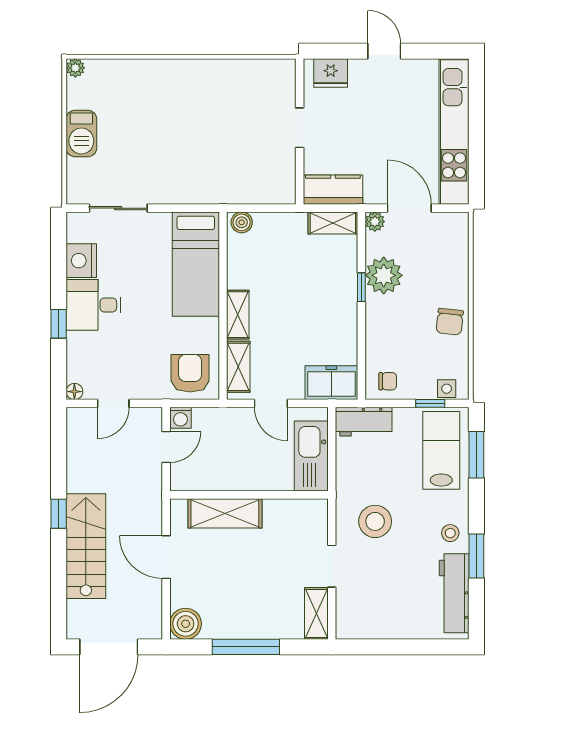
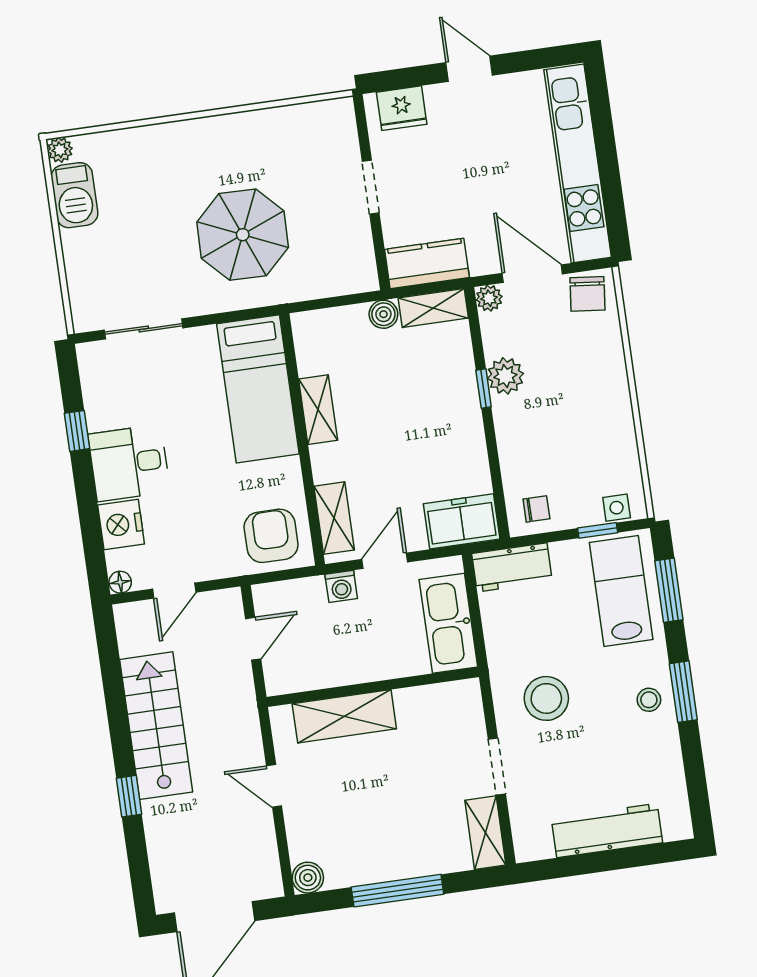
barbecue: (81, 133) -> (74, 195), moved
parasol: (201, 149) -> (243, 235), added
boiler: (242, 222) -> (383, 314), moved
nightstand: (81, 261) -> (121, 524), moved
plant: (384, 275) -> (505, 376), width x0.73, depth x0.73
shelving: (238, 315) -> (318, 410), moved
chair: (450, 322) -> (587, 294), moved
window: (59, 324) -> (77, 431), moved
door: (271, 403) -> (385, 561), swing flipped
washing machine: (180, 418) -> (341, 586), moved
window: (59, 514) -> (129, 796), moved
stairs: (86, 546) -> (156, 726), moved
window: (476, 556) -> (683, 692), moved
door: (166, 557) -> (274, 786), width x0.73
workbench: (454, 593) -> (607, 830), moved, turned 90
boiler: (186, 624) -> (308, 878), width x0.73, depth x0.73

